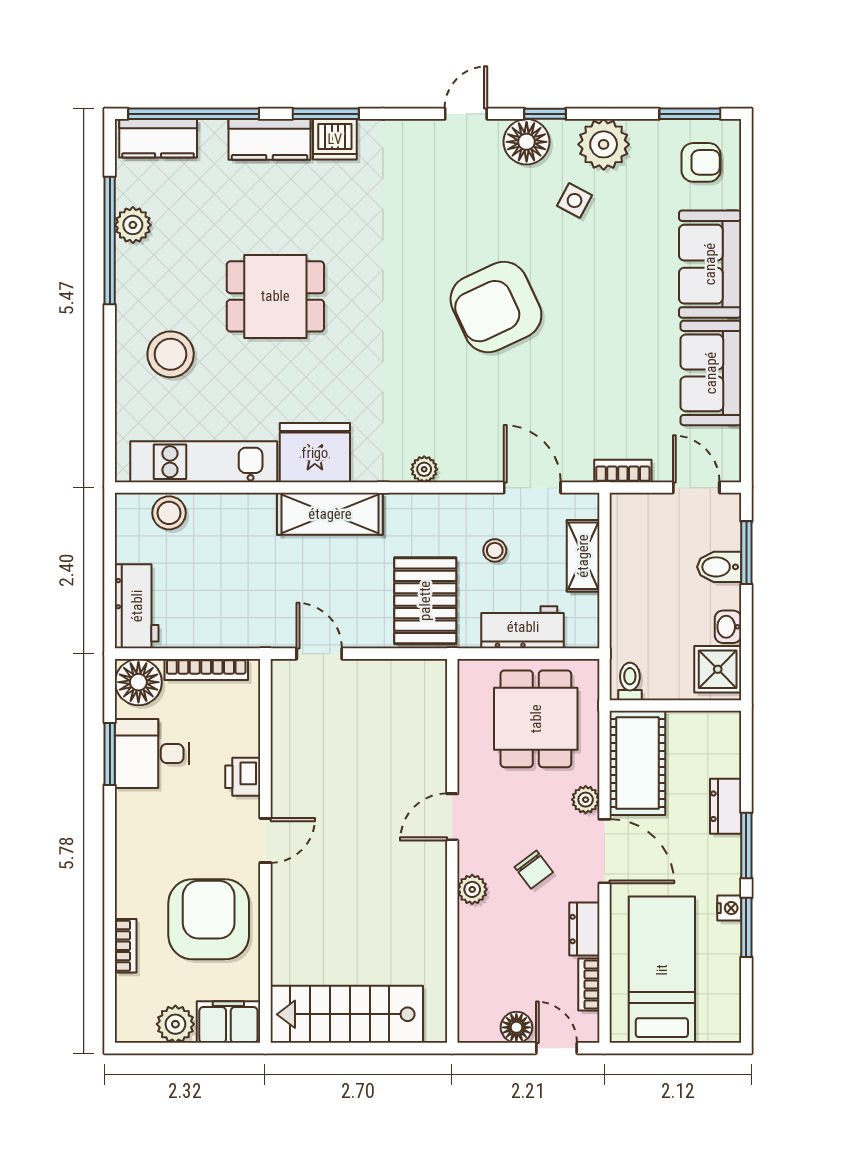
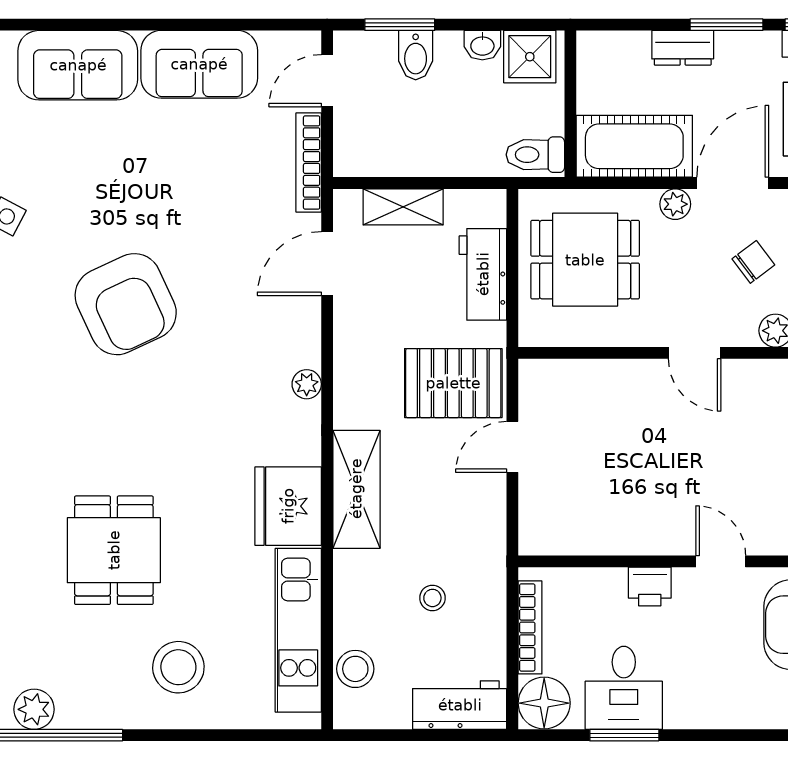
bookcase: (623, 471) -> (309, 162), width x1.56
stool: (495, 550) -> (432, 598), moved
door: (319, 654) -> (512, 447), moved
toilet: (630, 681) -> (535, 155), width x1.37, depth x1.39

